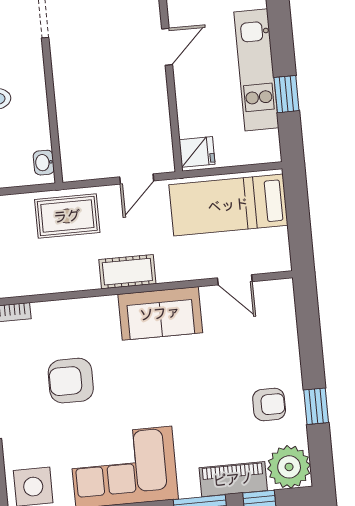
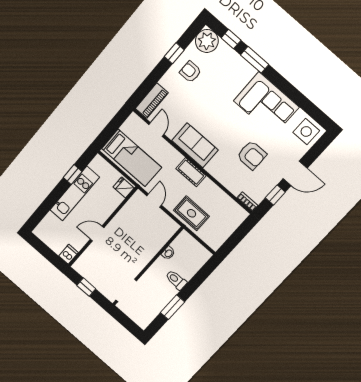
washbasin: (44, 163) -> (168, 253), moved
door: (137, 179) -> (154, 200), hinge flipped
piano: (233, 479) -> (152, 101), moved, turned -90

